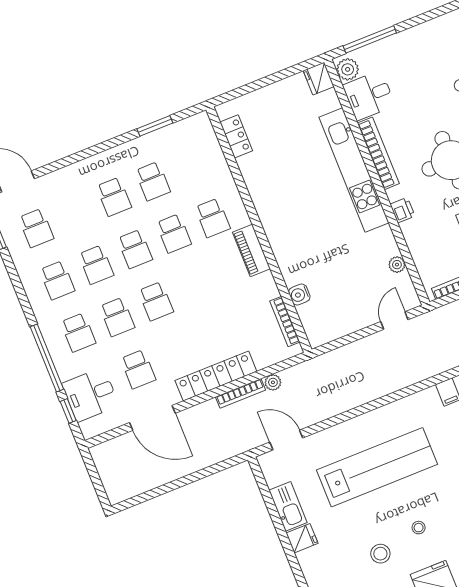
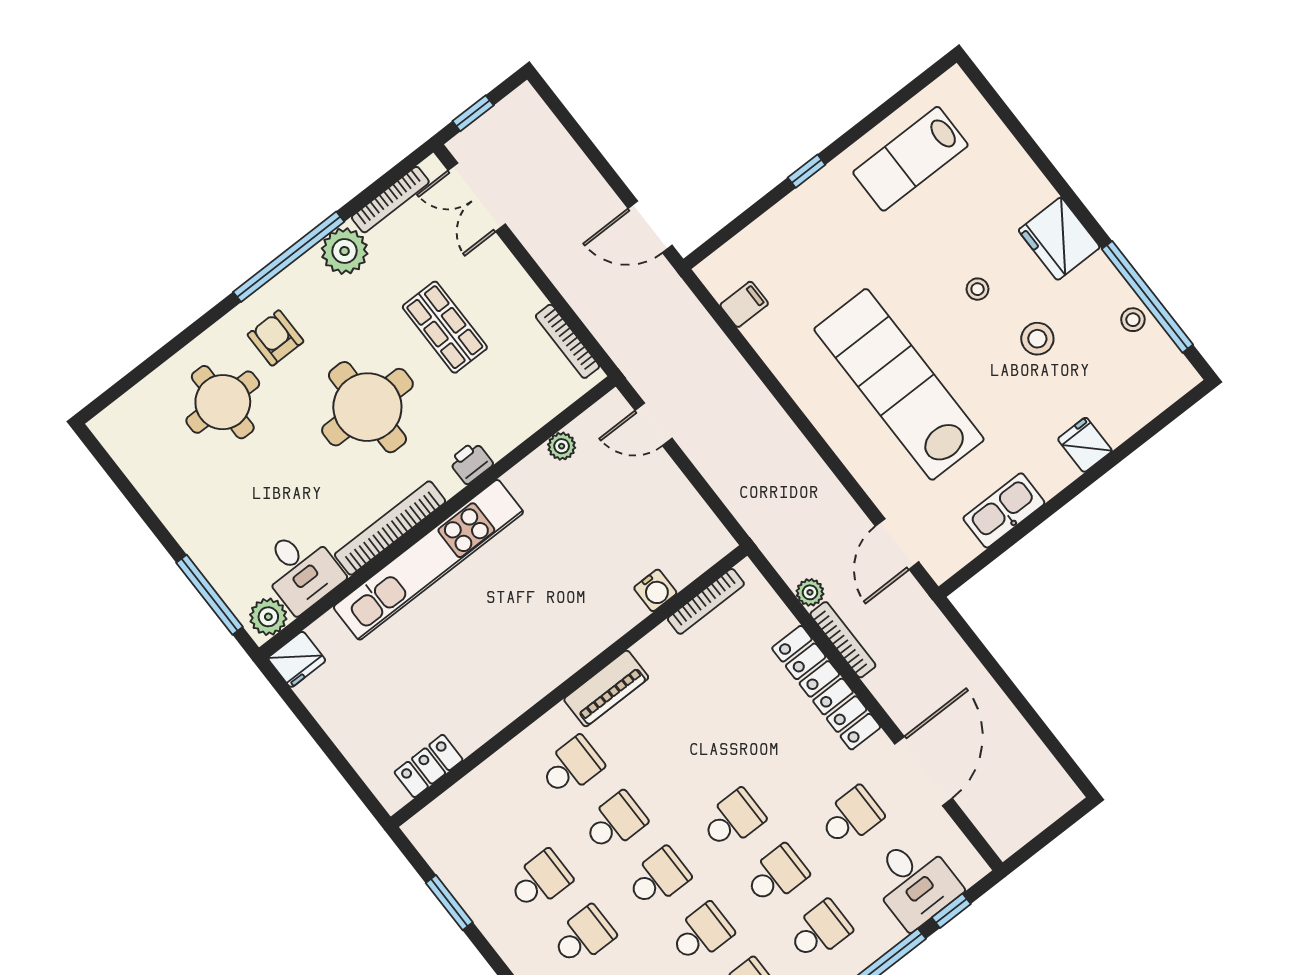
fridge: (302, 538) -> (1085, 445), moved

